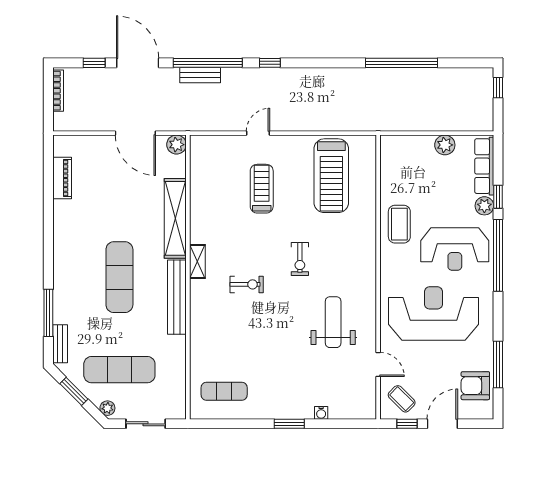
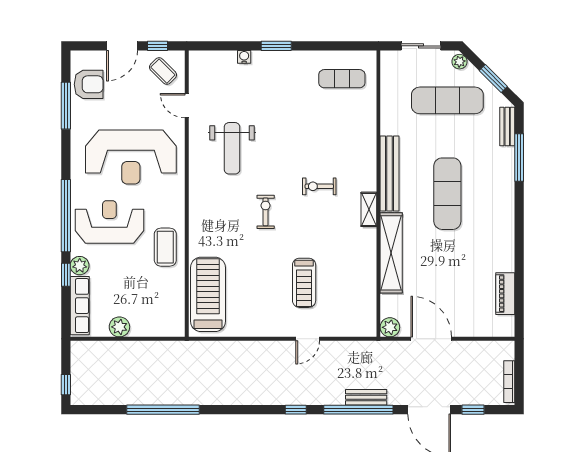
treadmill: (331, 176) -> (208, 294), moved

